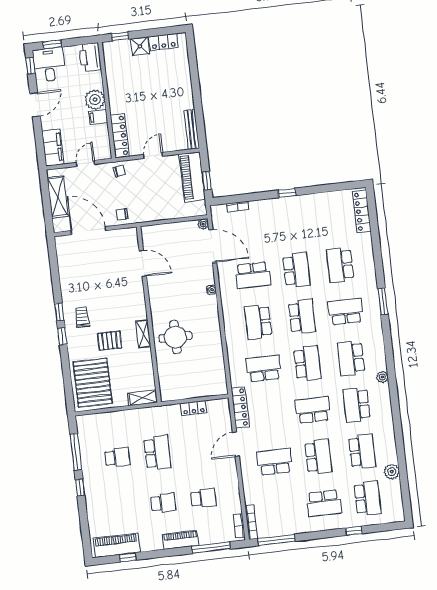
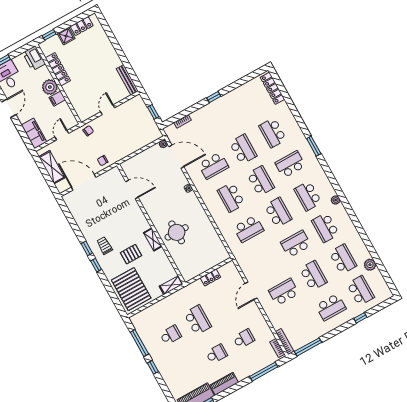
locker: (120, 136) -> (58, 69), moved
piano: (192, 177) -> (142, 114), removed
school desk: (264, 368) -> (249, 229), turned 180
locker: (240, 408) -> (243, 264), removed
piano: (181, 540) -> (224, 384), moved

